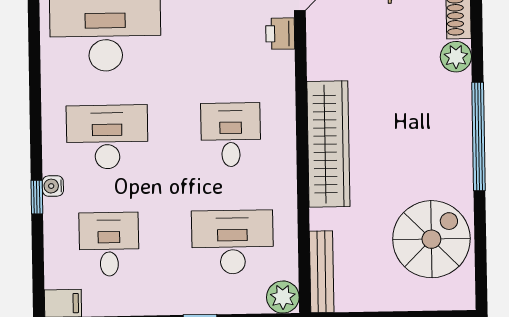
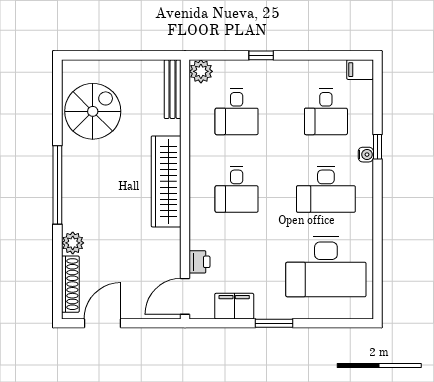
spiral stairs: (431, 239) -> (93, 111), turned 180
desk: (233, 242) -> (237, 112), width x0.73

